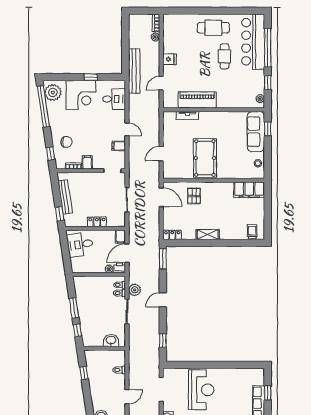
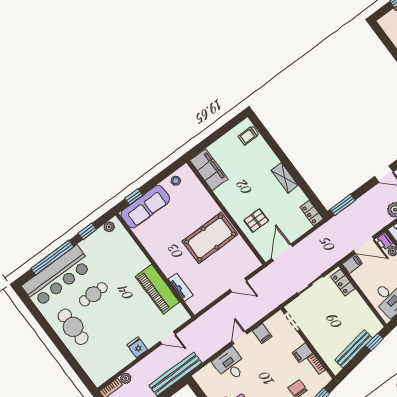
desk: (114, 99) -> (230, 365), moved
locker: (97, 222) -> (343, 282), moved

